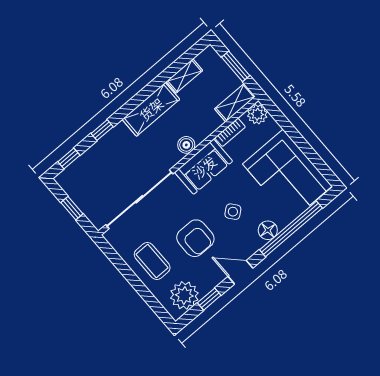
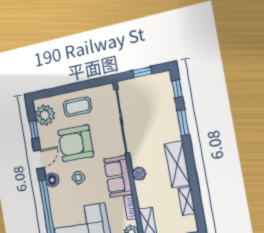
window: (102, 130) -> (183, 123), width x1.50
floor lamp: (268, 230) -> (52, 180), moved
armchair: (195, 238) -> (76, 143), width x1.36, depth x1.36

